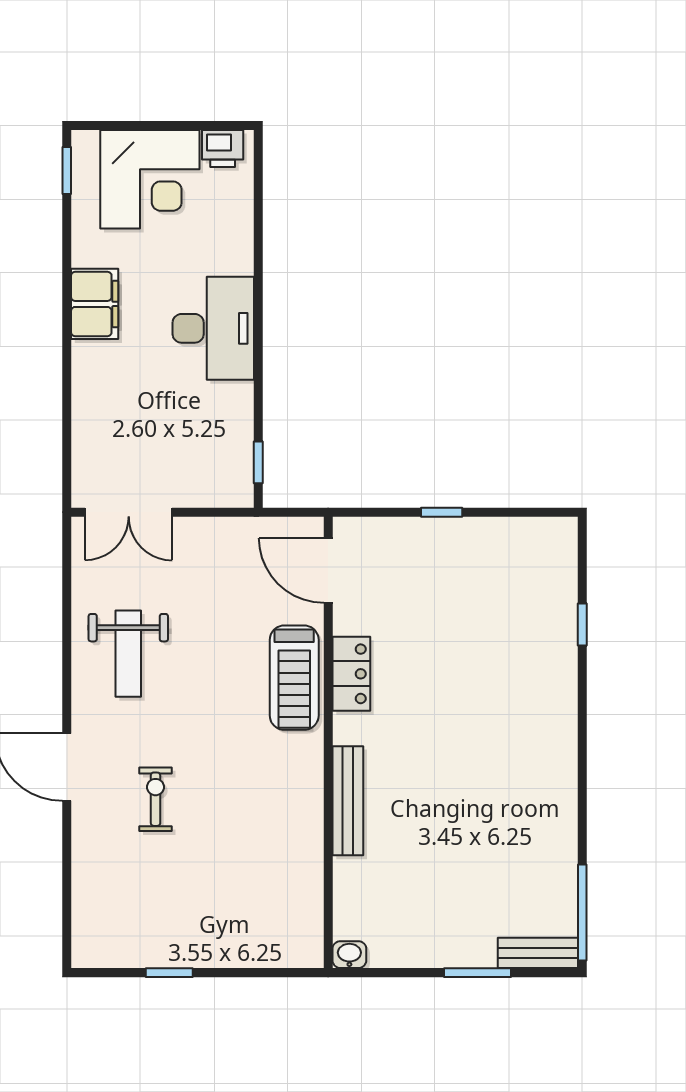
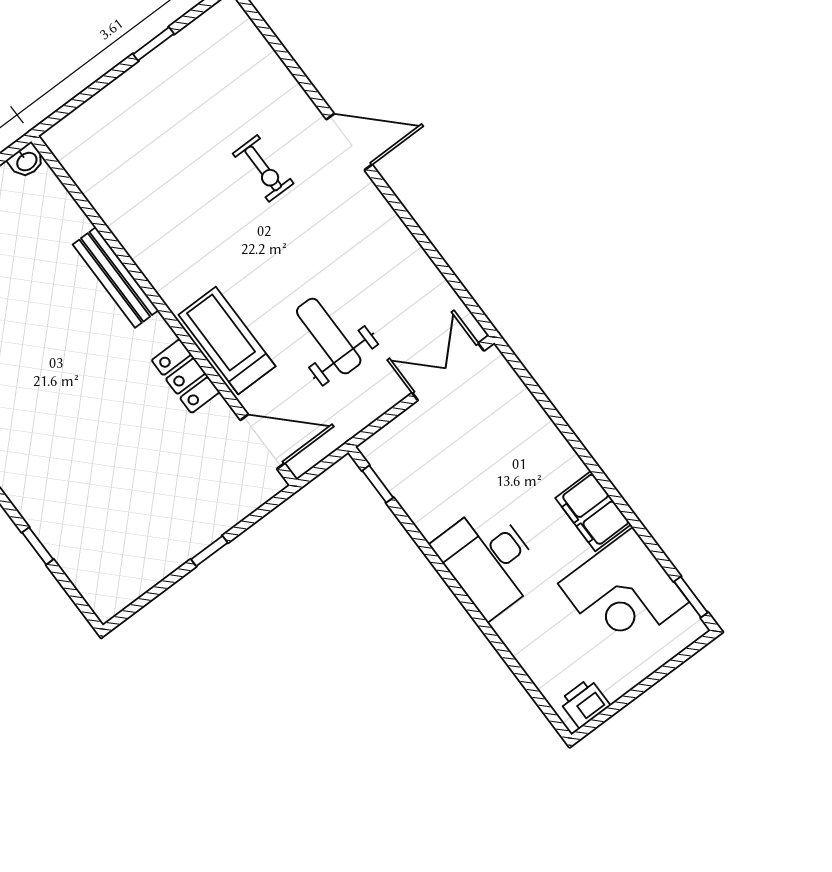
corner desk: (150, 179) -> (624, 593), moved, turned -90
weight bench: (128, 654) -> (329, 336), moved

